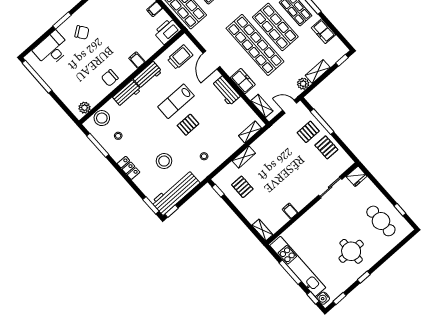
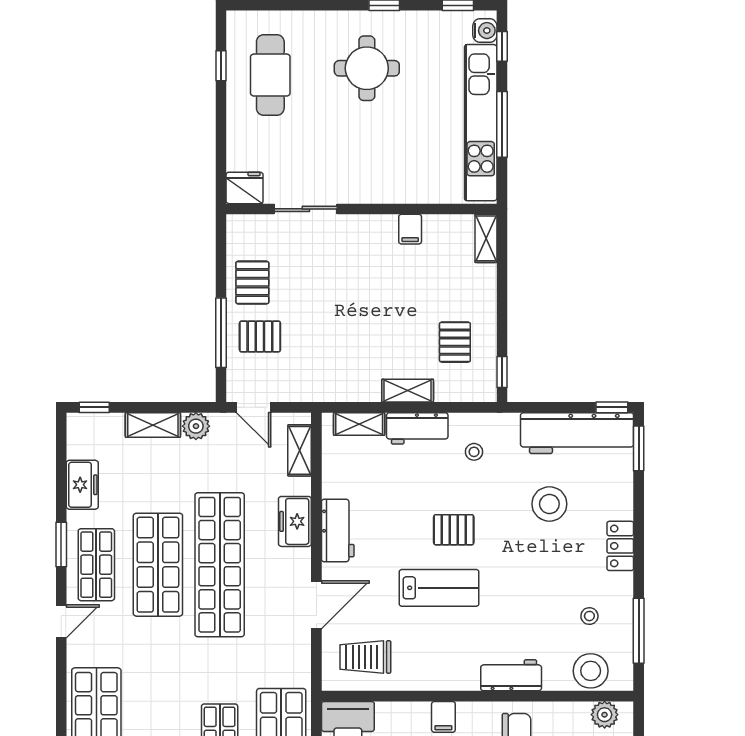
workbench: (148, 75) -> (417, 428), moved, turned 180

